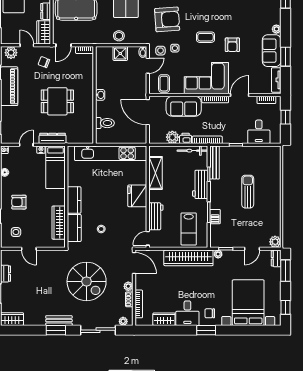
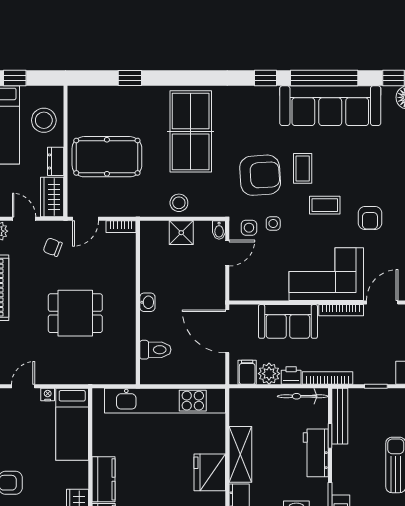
coffee table: (164, 84) -> (303, 168), moved
filing cabinet: (159, 136) -> (247, 372), added
dresser: (53, 138) -> (67, 376), removed
shelving: (155, 173) -> (240, 454), moved

